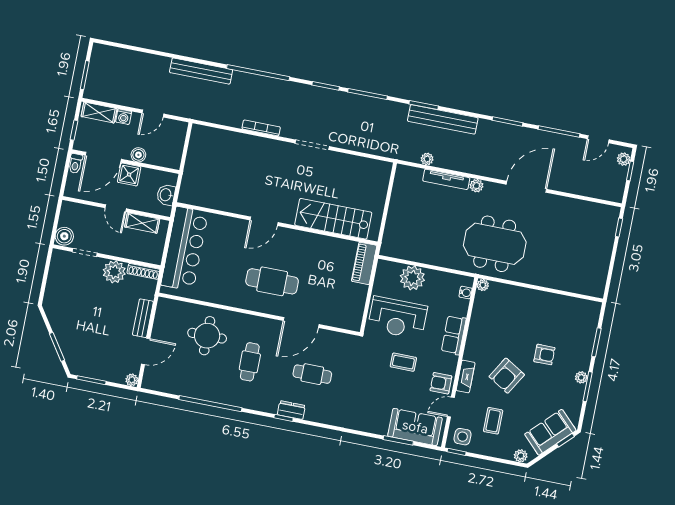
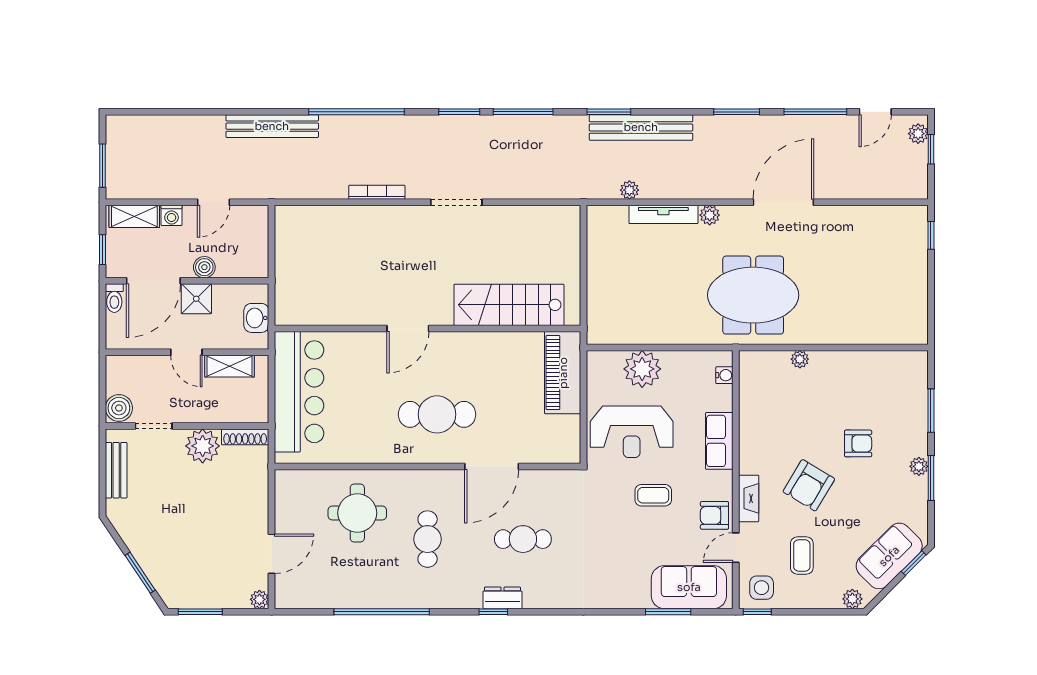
piano: (364, 263) -> (563, 373), width x1.37, depth x1.33
plant: (483, 285) -> (800, 359), moved
bench: (143, 318) -> (116, 470), moved

